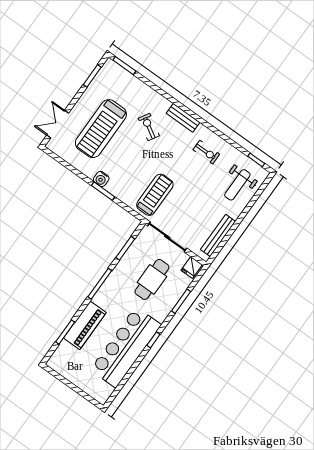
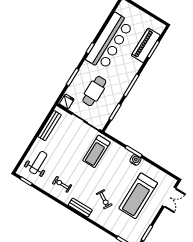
treadmill: (101, 129) -> (138, 196), turned 180
piano: (85, 325) -> (146, 45), moved

